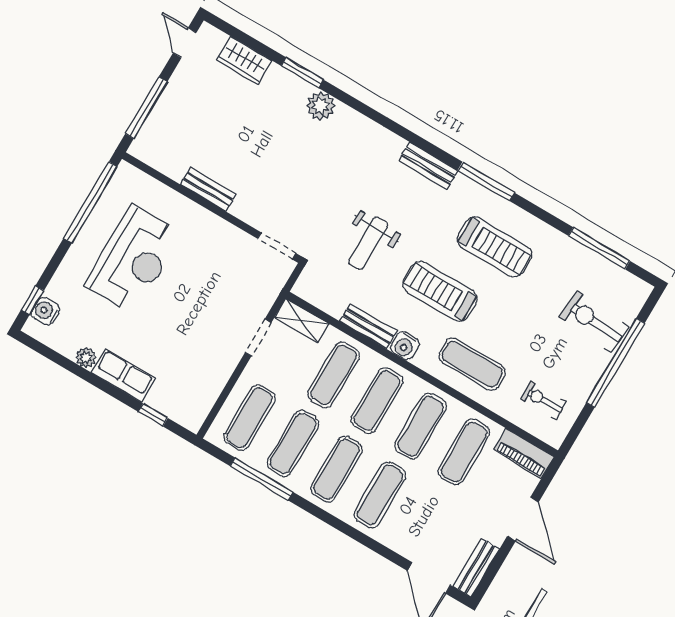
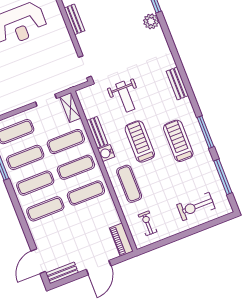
window: (486, 181) -> (205, 132), moved
weight bench: (368, 243) -> (125, 97), turned -90
treadmill: (494, 247) -> (178, 141), turned 180
exercise bike: (594, 322) -> (196, 206), turned -94
window: (615, 363) -> (191, 232), removed
exercise mat: (464, 452) -> (96, 219), removed

